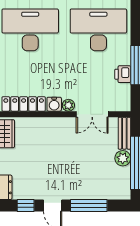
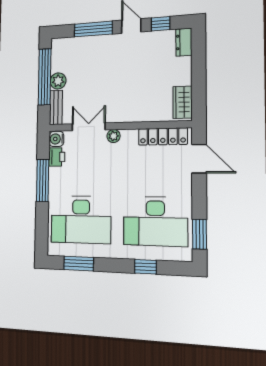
printer: (123, 74) -> (57, 157), moved
water cooler: (54, 104) -> (56, 139), moved, turned -90

